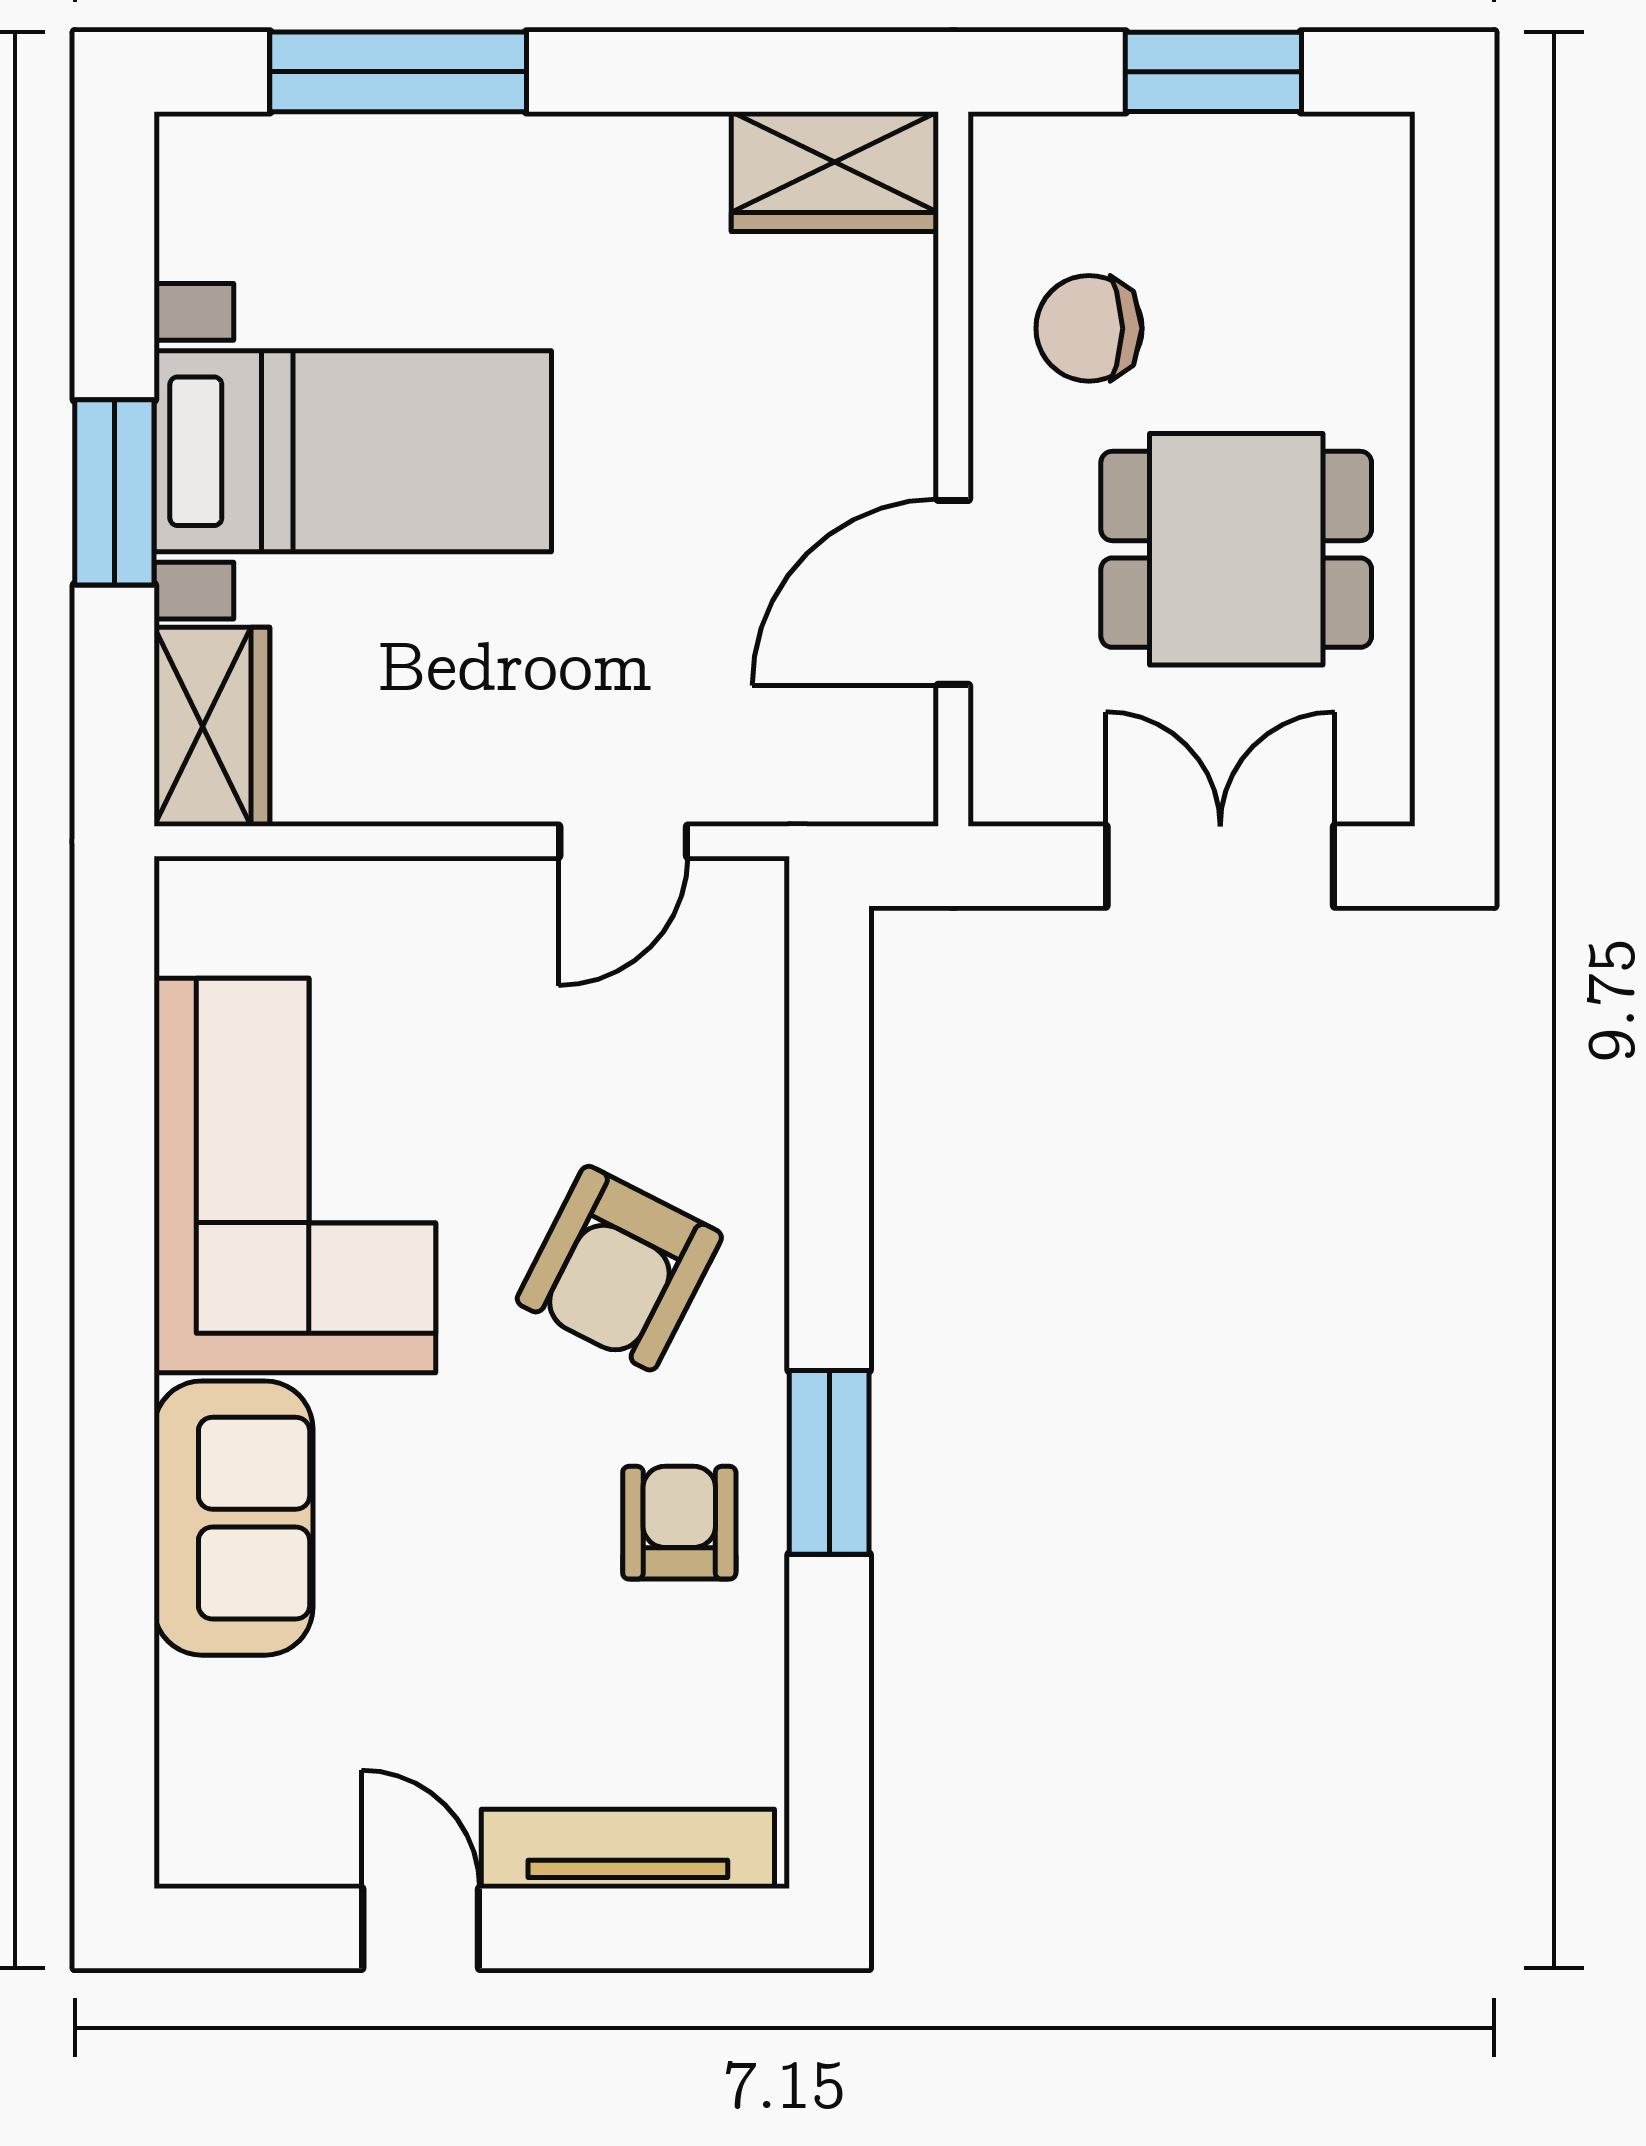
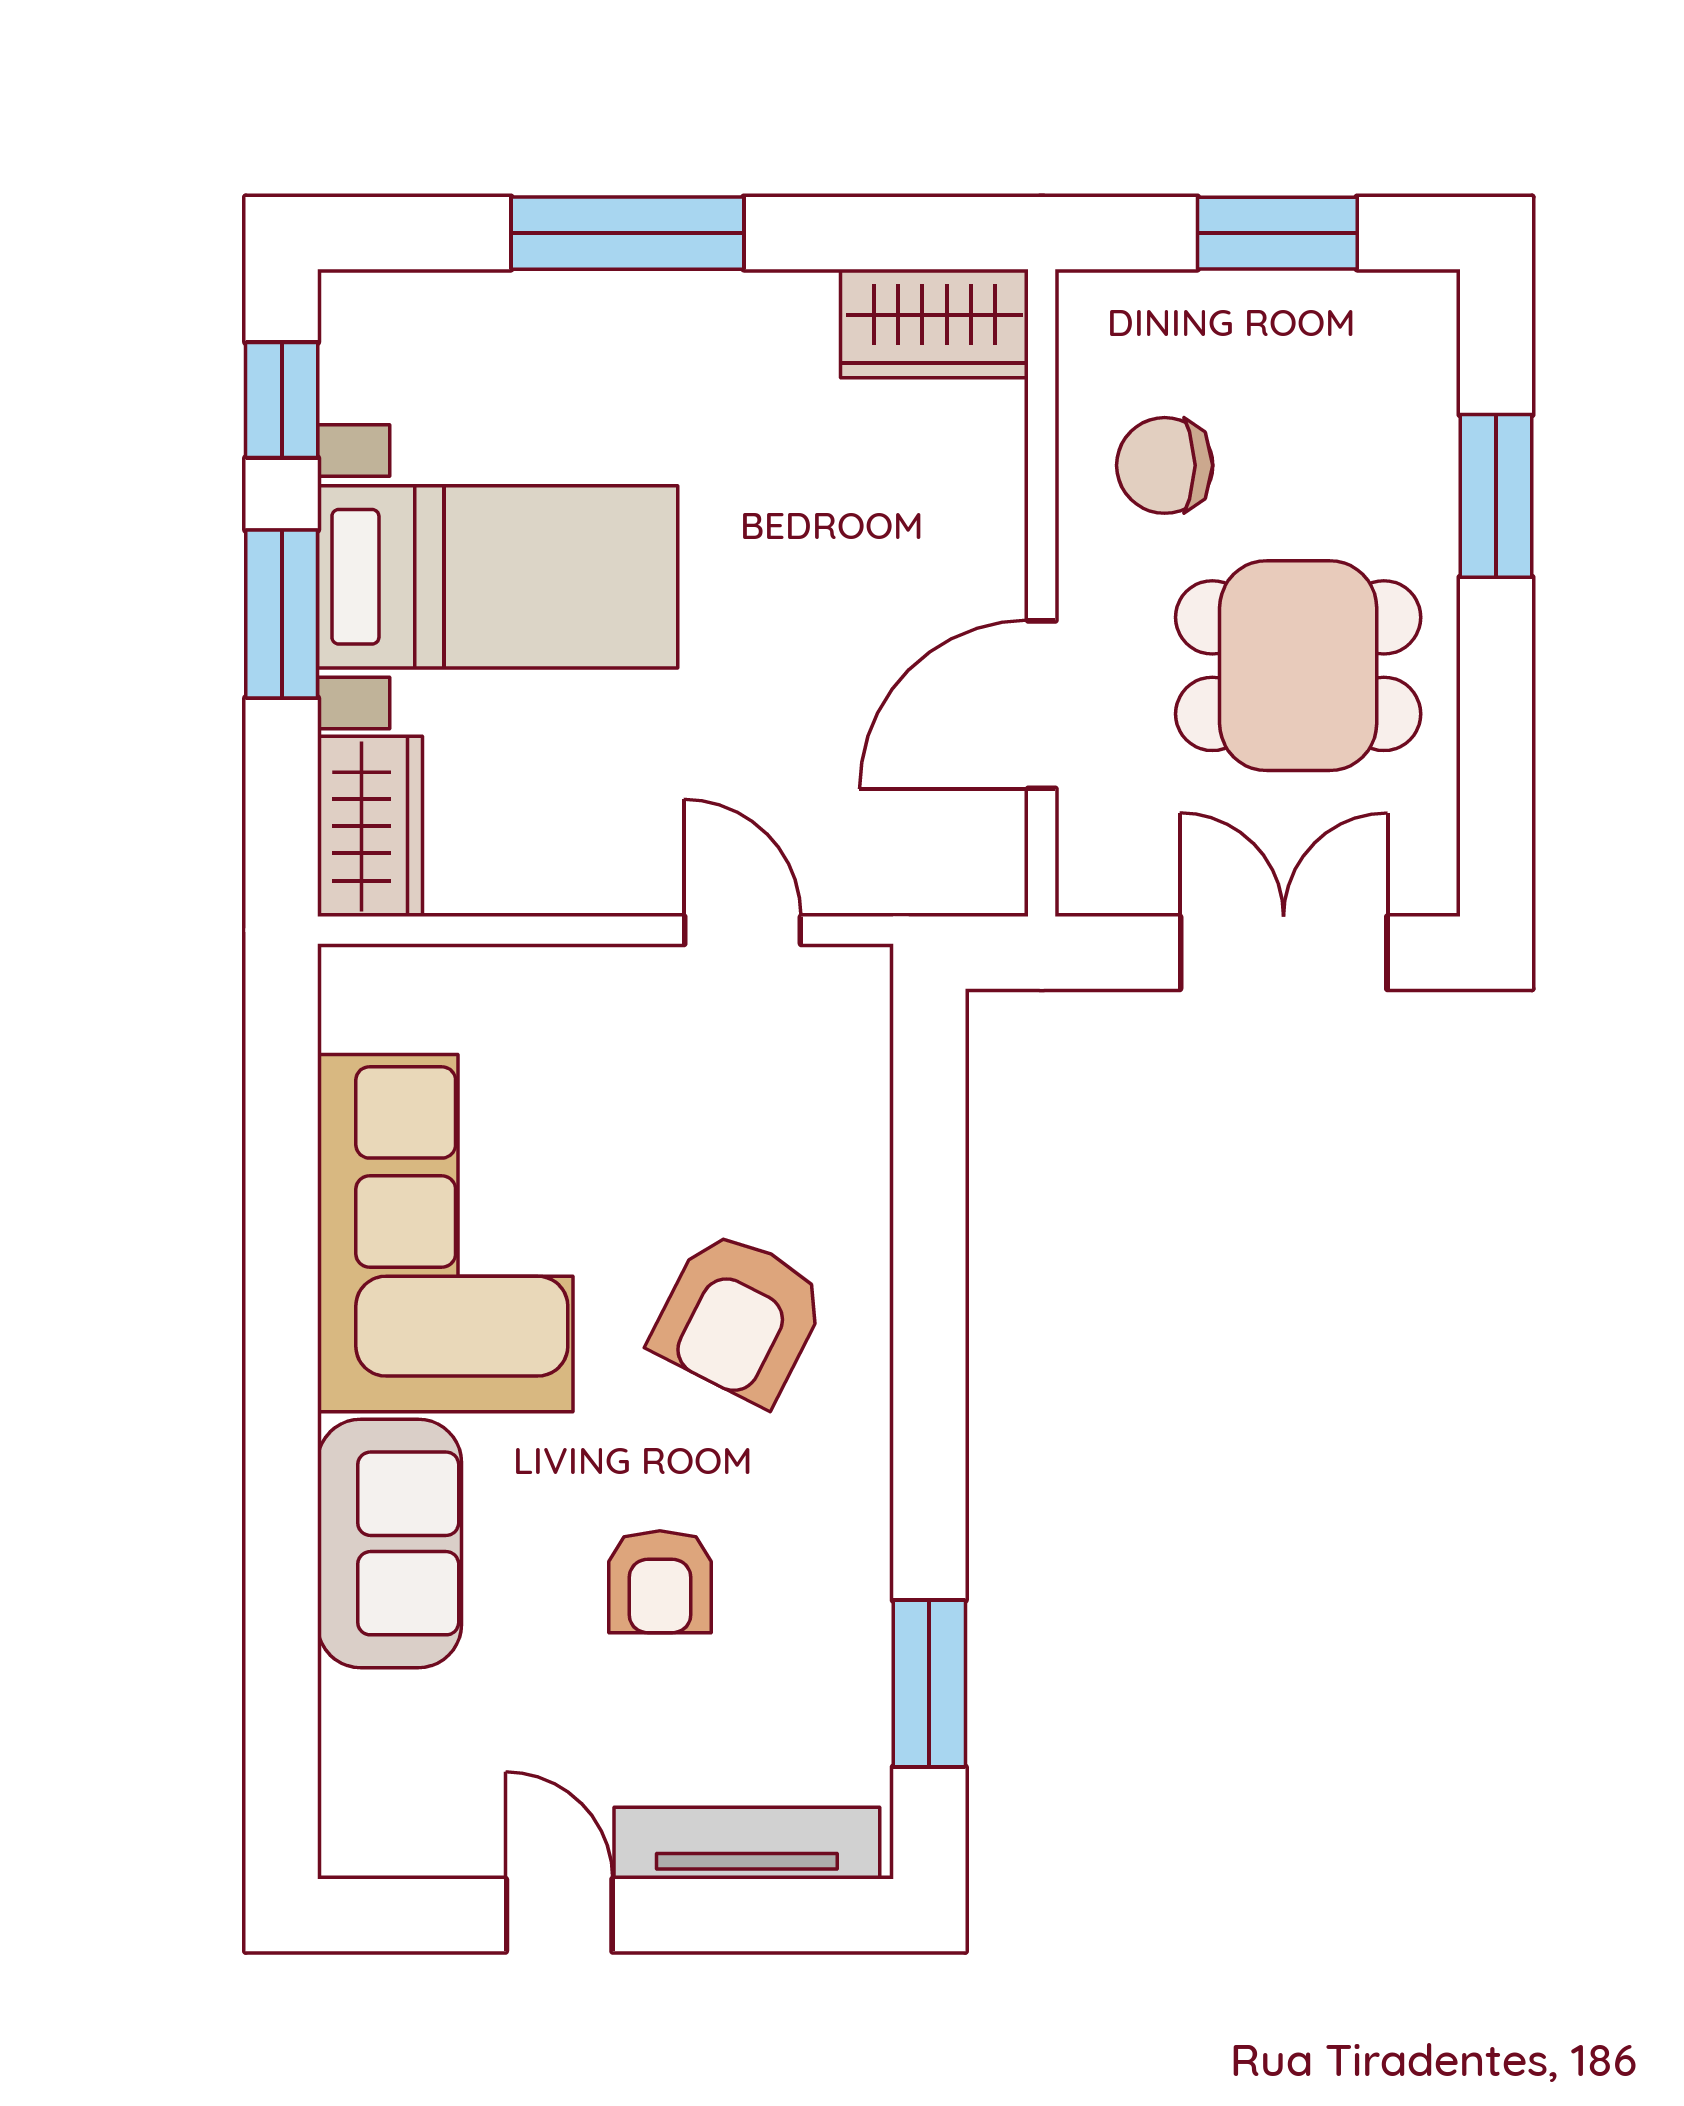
window: (398, 72) -> (627, 233), moved
window: (114, 256) -> (282, 400), added
window: (1455, 362) -> (1496, 496), added
door: (623, 841) -> (743, 930), swing flipped
window: (829, 1462) -> (929, 1684), moved
armchair: (679, 1523) -> (660, 1582), moved, turned 180

